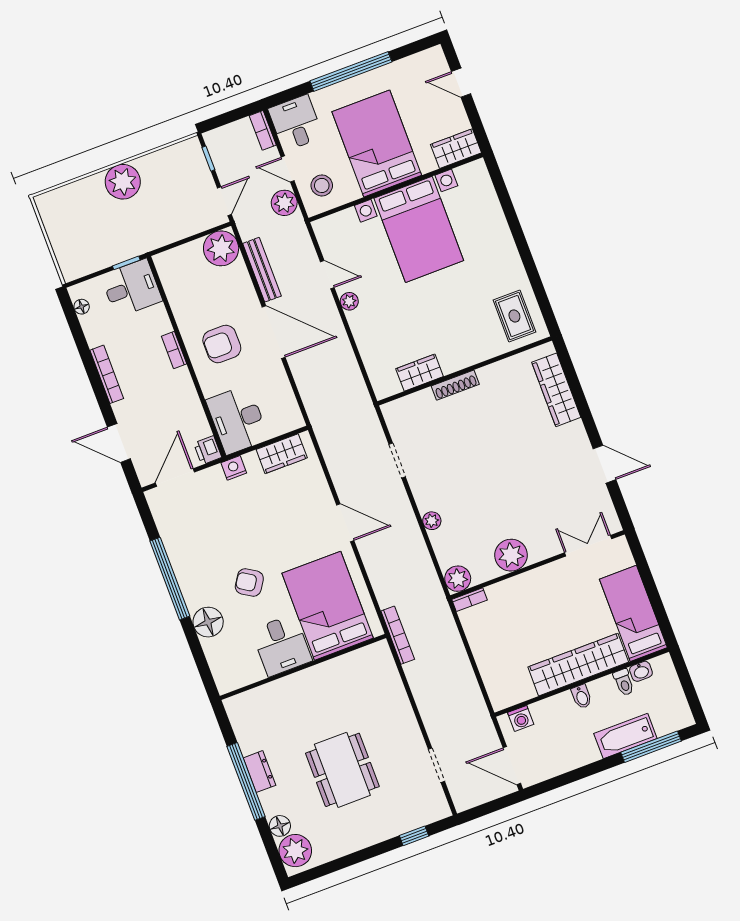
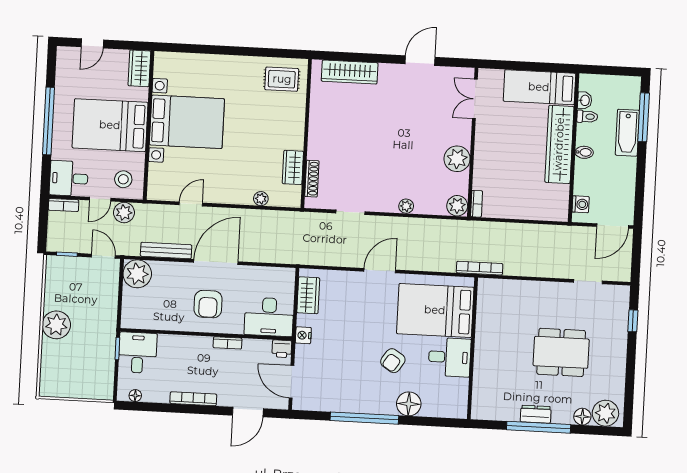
plant: (349, 301) -> (261, 199), moved
bookcase: (174, 350) -> (228, 343), moved
shoe rack: (455, 385) -> (312, 179), moved

